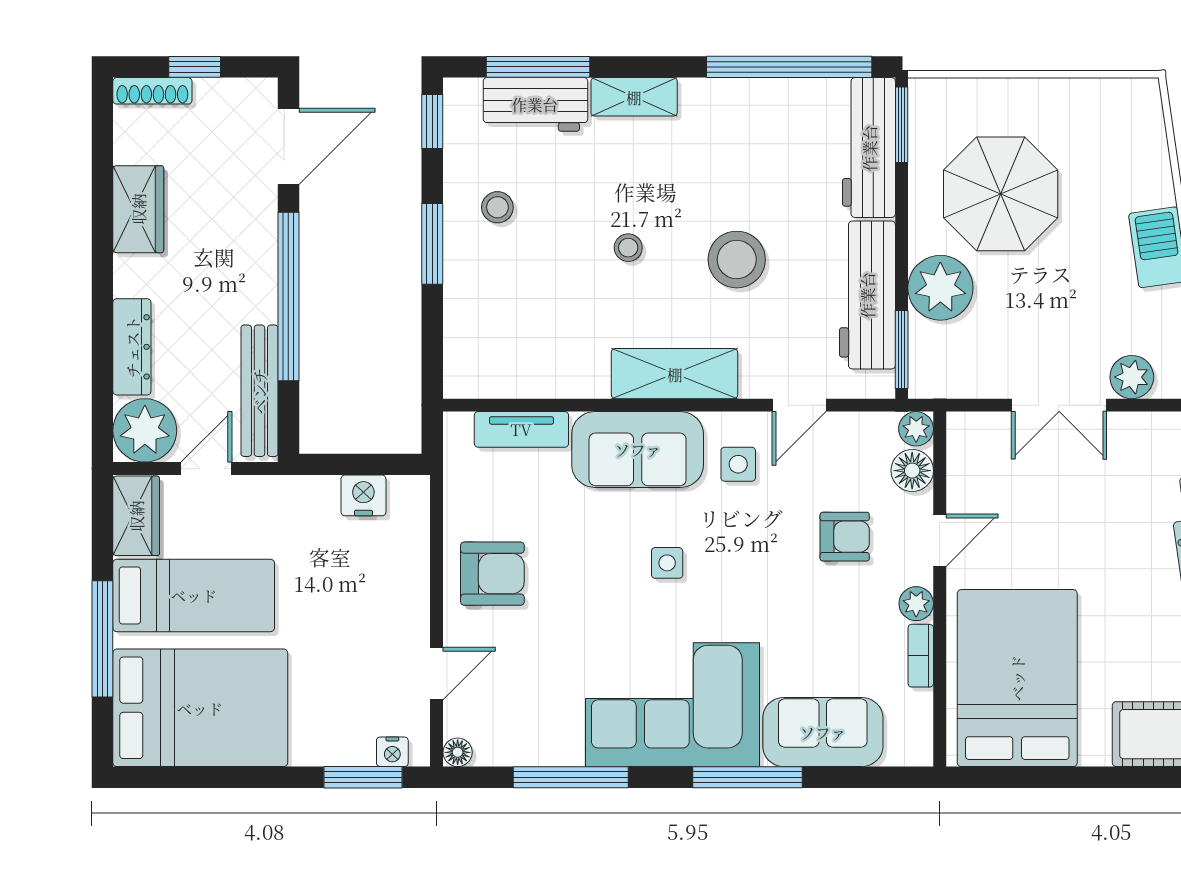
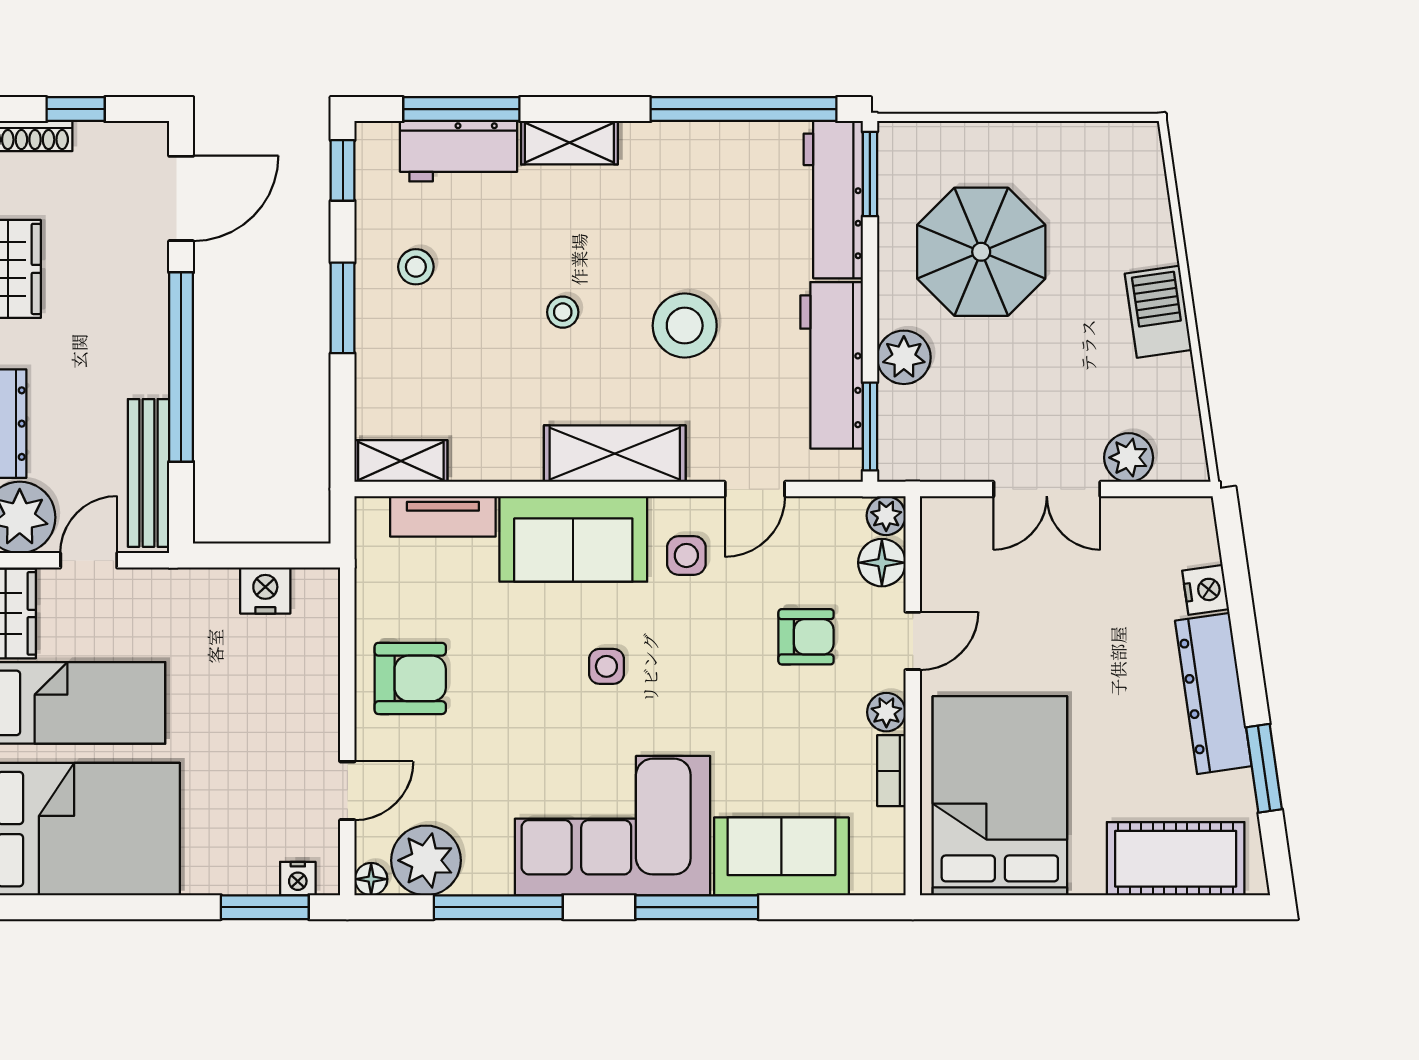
plant: (940, 288) -> (904, 357), width x0.73, depth x0.73
shelving: (484, 380) -> (401, 461), added
plant: (506, 736) -> (426, 860), added

